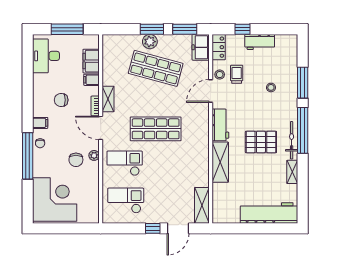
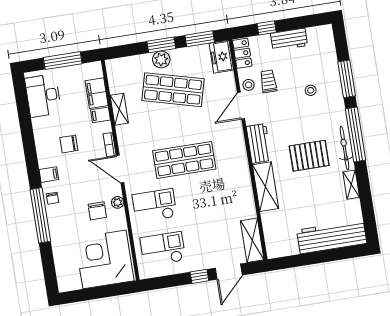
shelving: (108, 99) -> (119, 109), moved
corner desk: (55, 200) -> (104, 259), moved, turned -90

